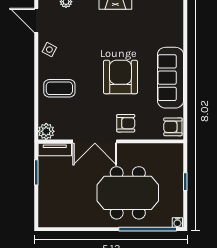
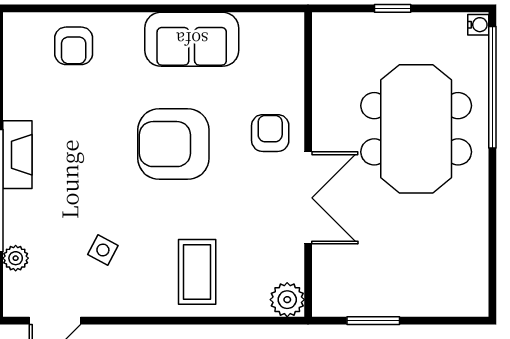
side table: (49, 50) -> (103, 250), moved
sofa: (170, 78) -> (192, 39), width x0.73
armchair: (173, 127) -> (74, 46), moved
tv unit: (55, 149) -> (325, 282), removed

